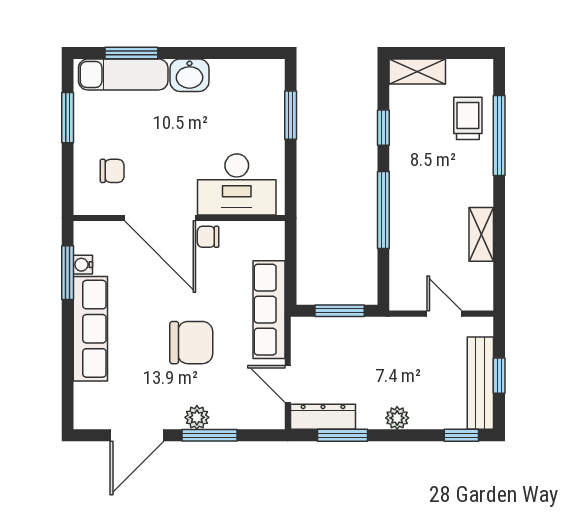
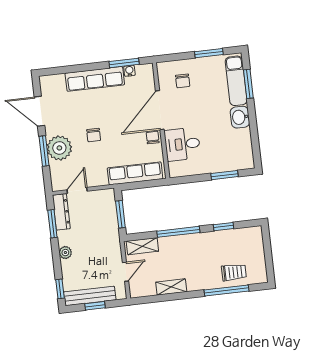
shelving: (417, 71) -> (142, 246), moved, turned 90
desk: (237, 184) -> (182, 144), width x0.73
row of seats: (269, 310) -> (135, 173), moved
chair: (191, 343) -> (94, 135), width x0.54, depth x0.54
plant: (197, 417) -> (59, 148), width x1.88, depth x1.88

